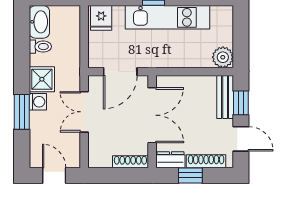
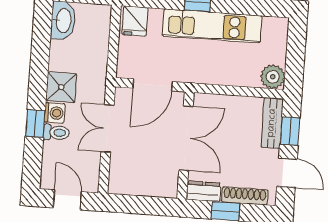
toilet: (40, 47) -> (56, 133), moved
window: (22, 112) -> (35, 123), width x0.67
shoe rack: (130, 162) -> (157, 190), removed

